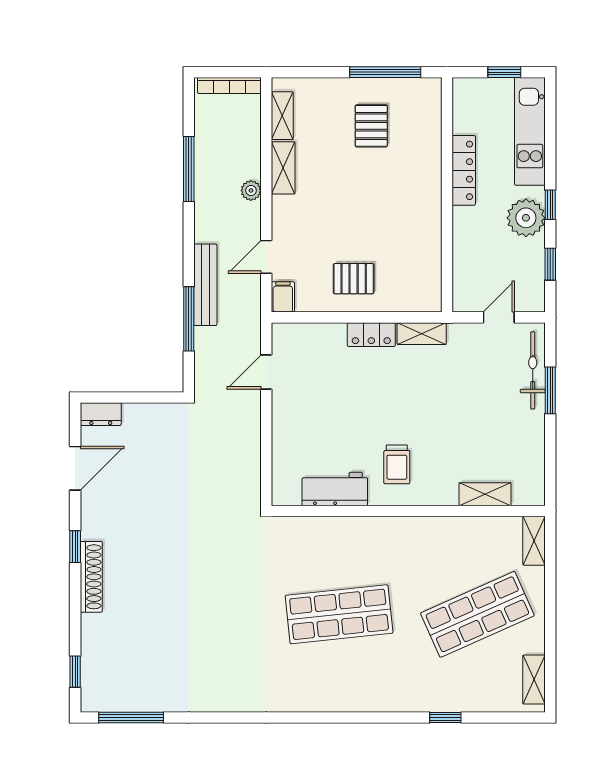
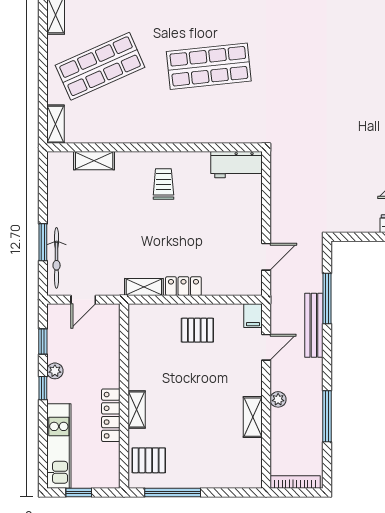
shelving: (282, 116) -> (137, 410), moved
pallet: (371, 126) -> (149, 460), moved, turned 90
plant: (526, 218) -> (55, 371), width x0.53, depth x0.53
workbench: (335, 489) -> (236, 165), moved

